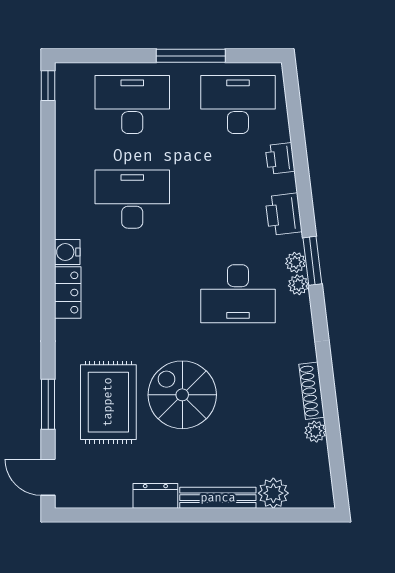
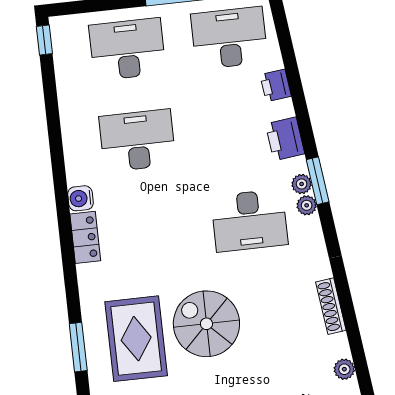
plant: (315, 432) -> (344, 369), moved

